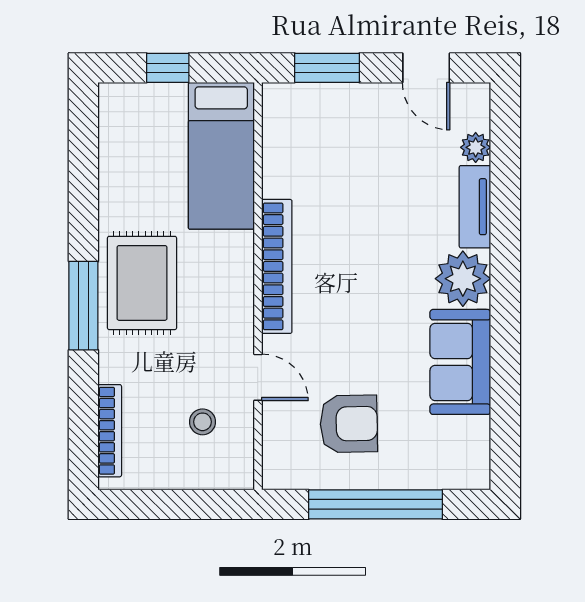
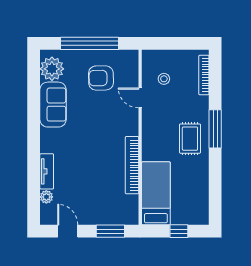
bookcase: (277, 266) -> (132, 165), moved
plant: (463, 279) -> (52, 69), moved
rug: (142, 283) -> (190, 139), width x0.73, depth x0.70

